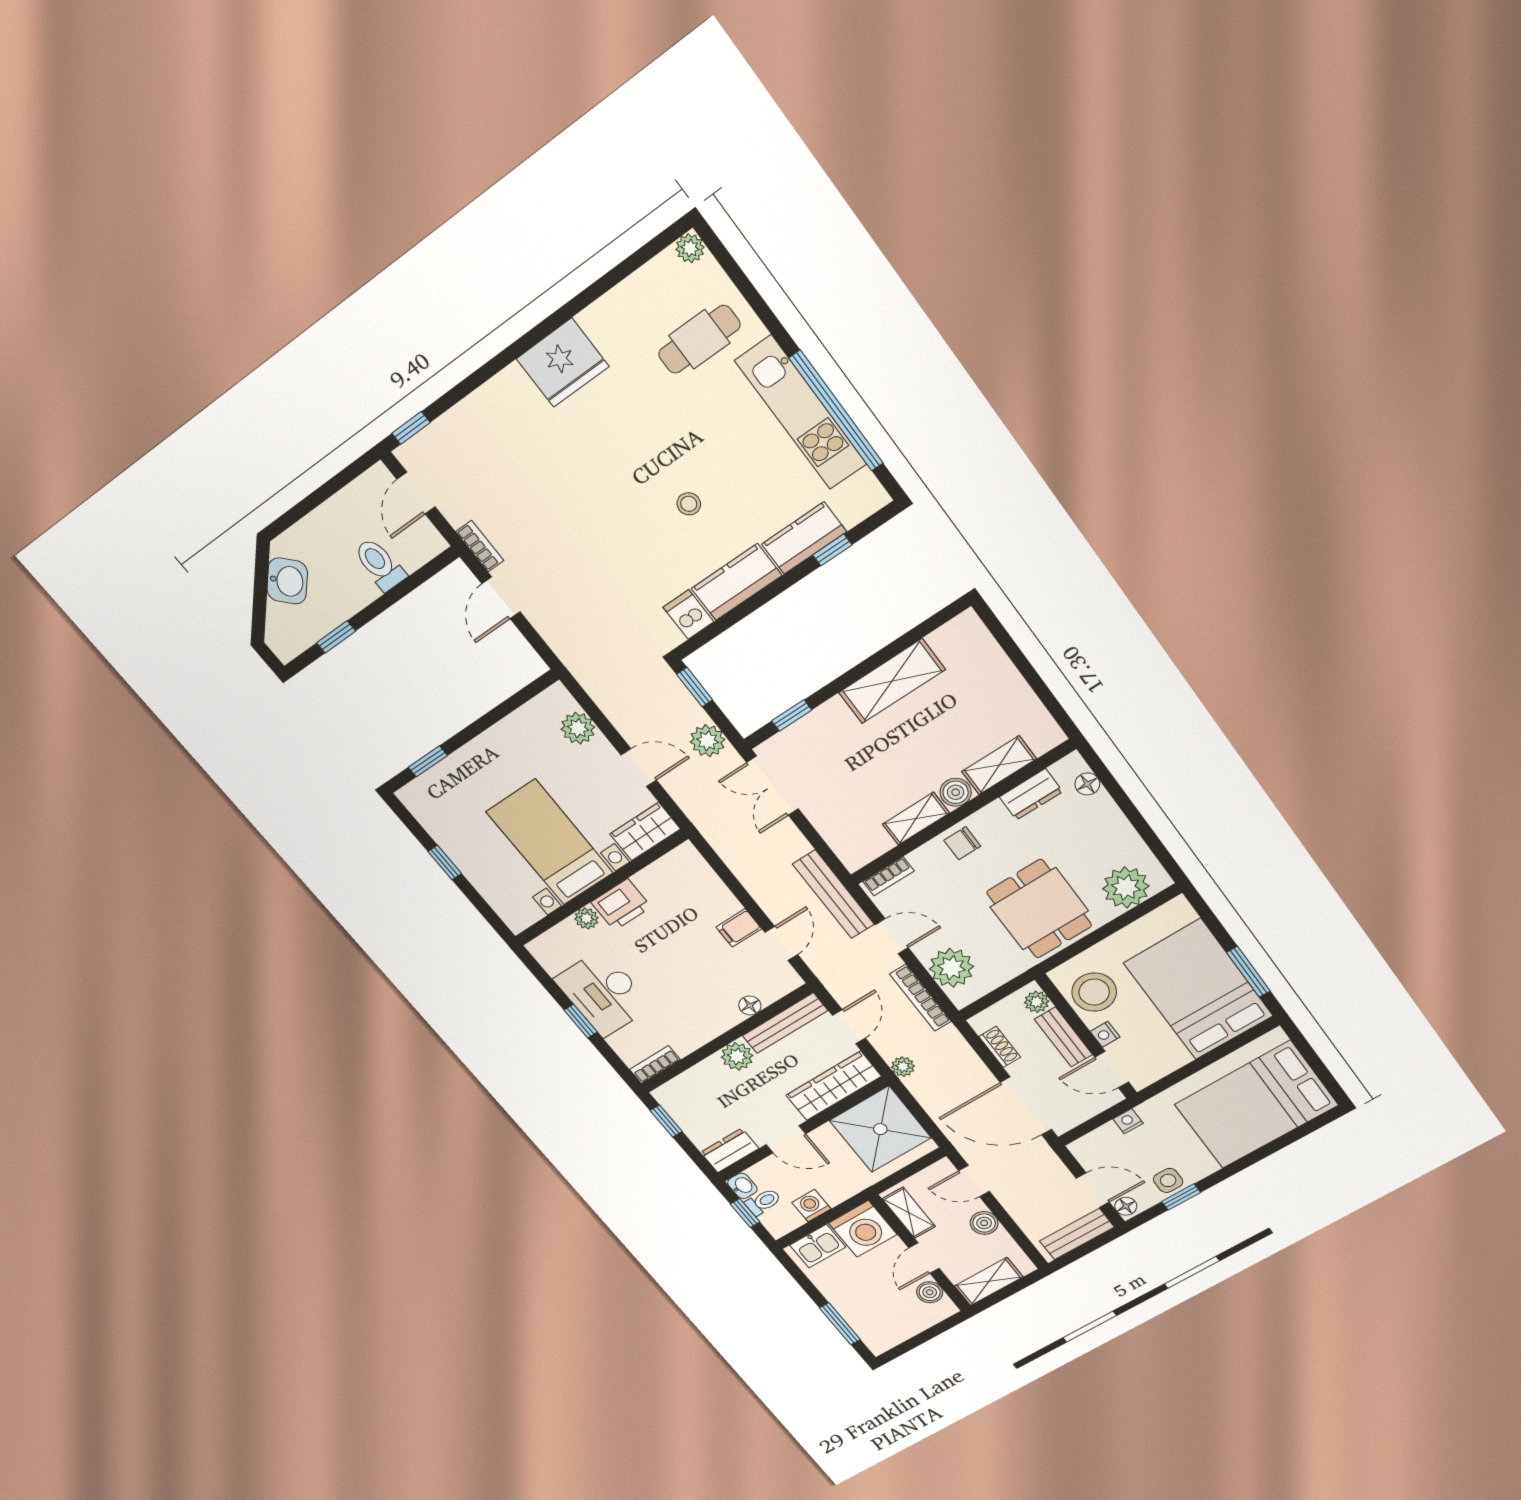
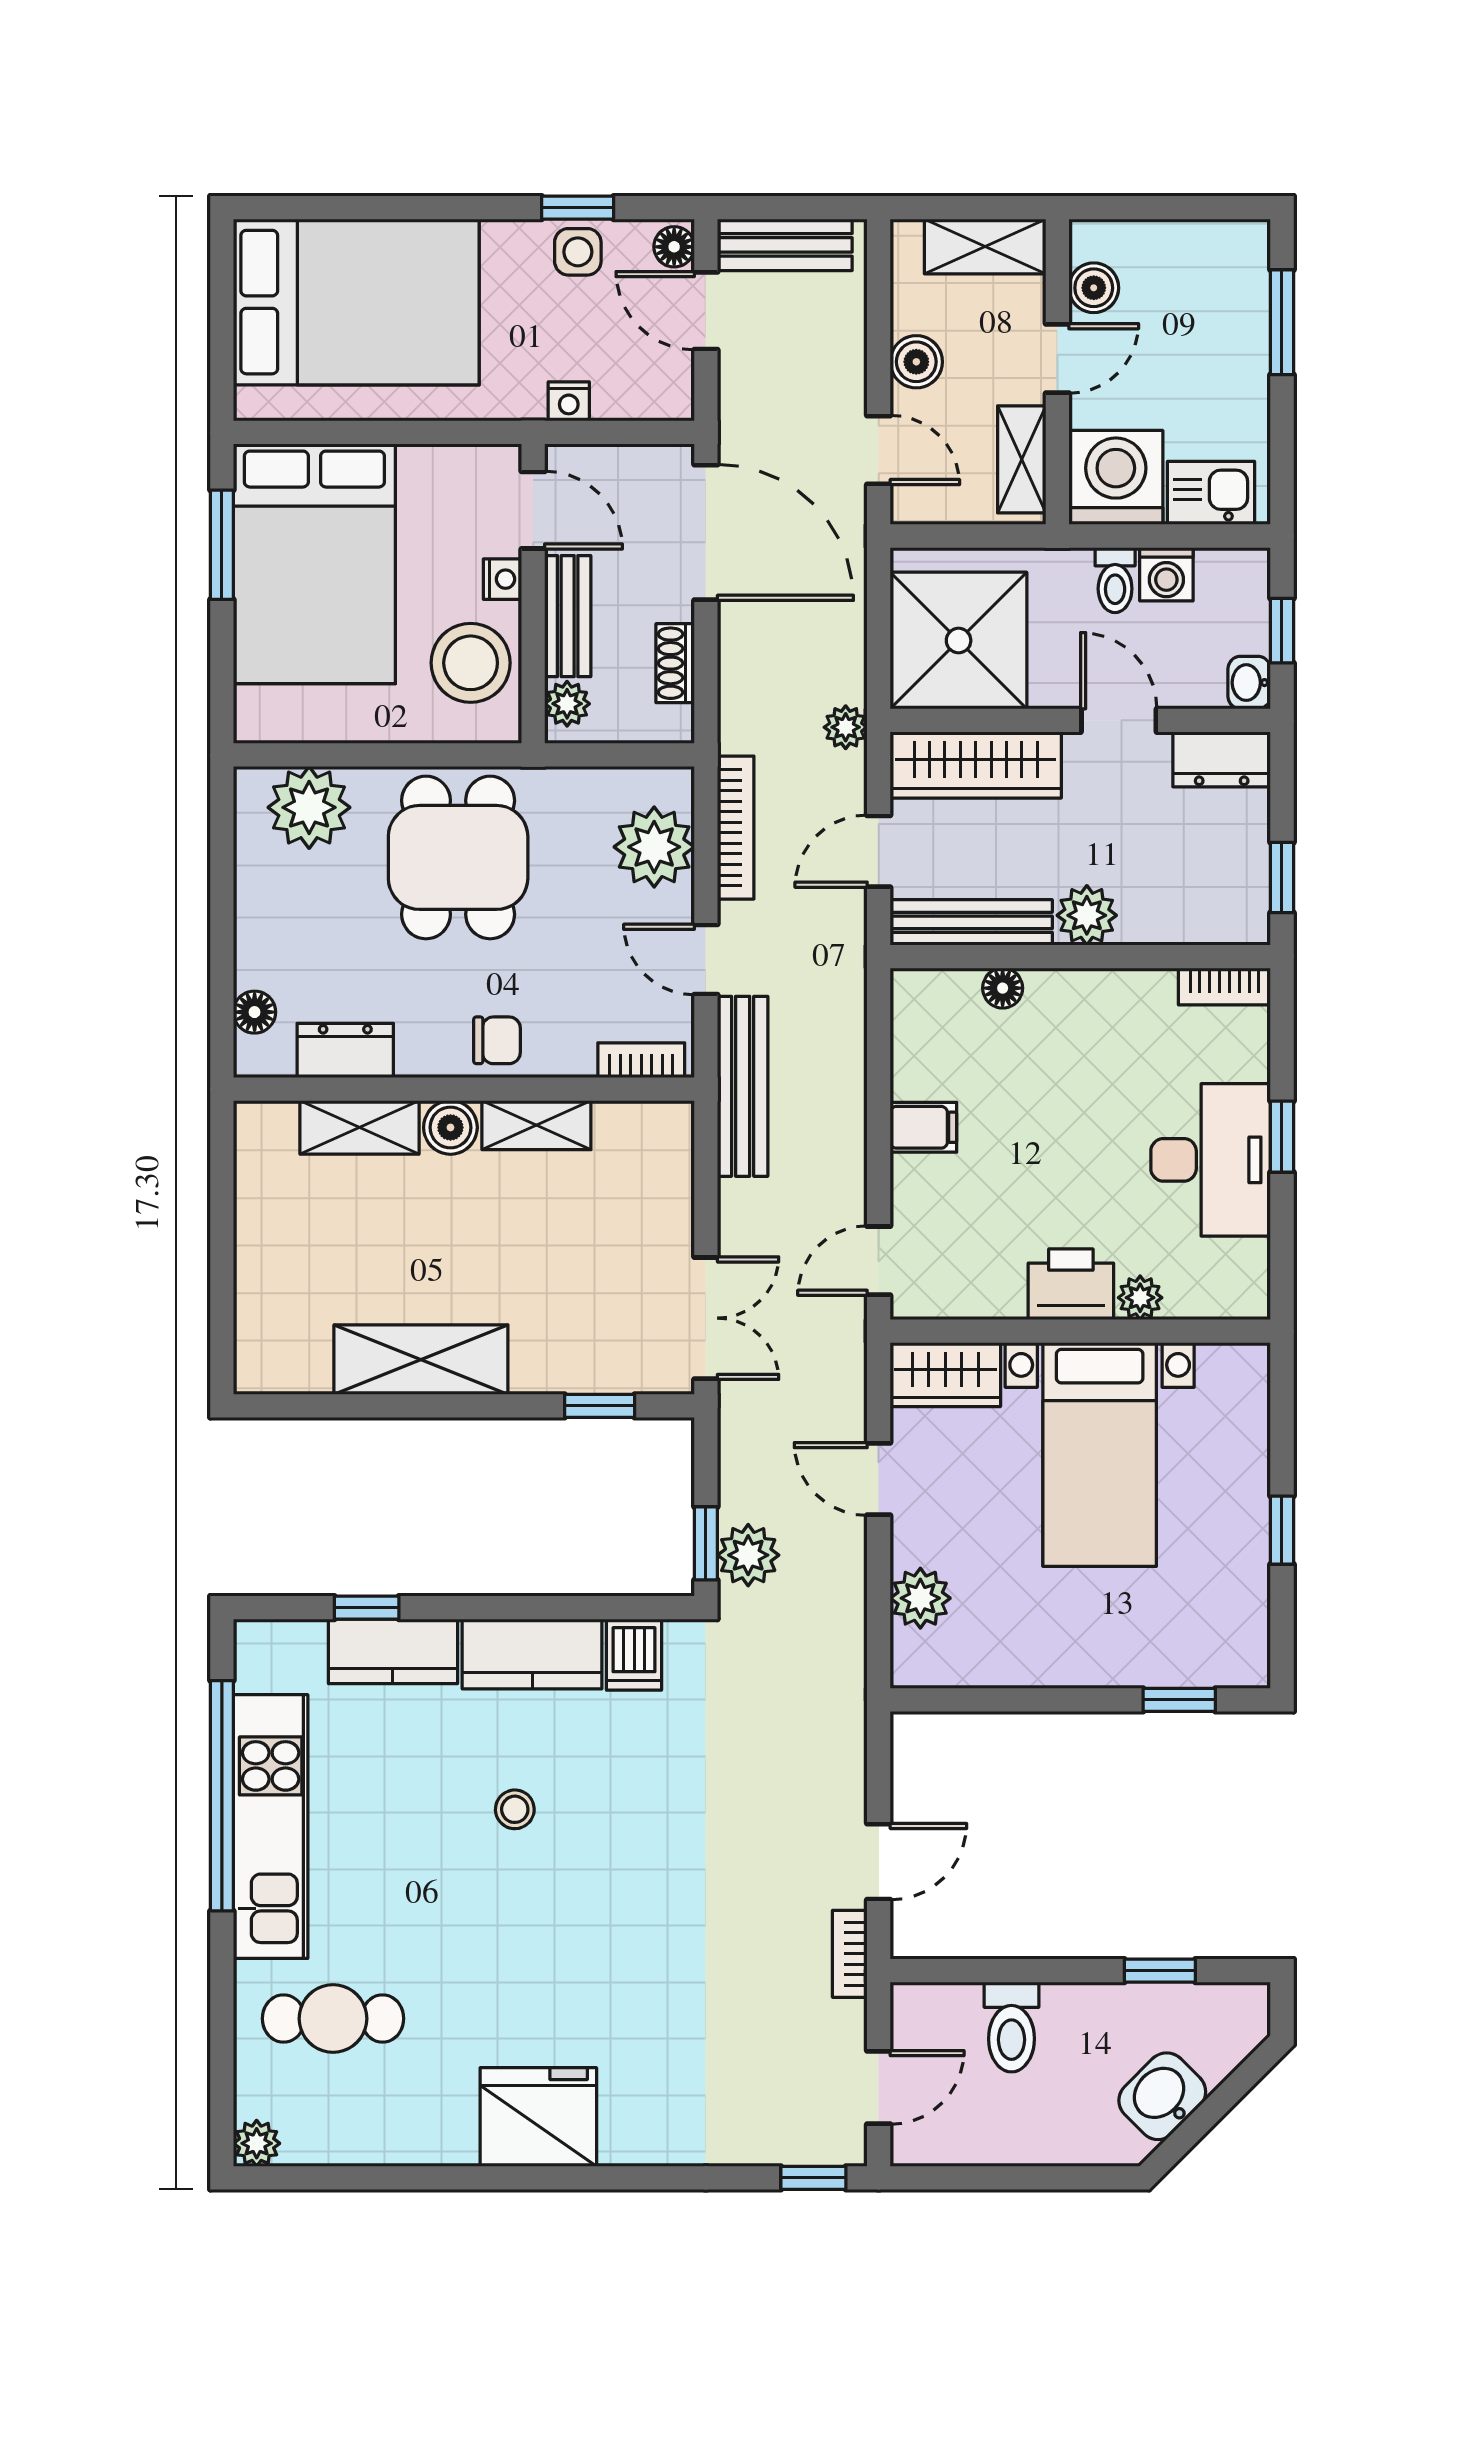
plant: (708, 741) -> (748, 1555), moved
door: (781, 943) -> (879, 1261), moved
toilet: (763, 1202) -> (1115, 580), moved, turned -90

